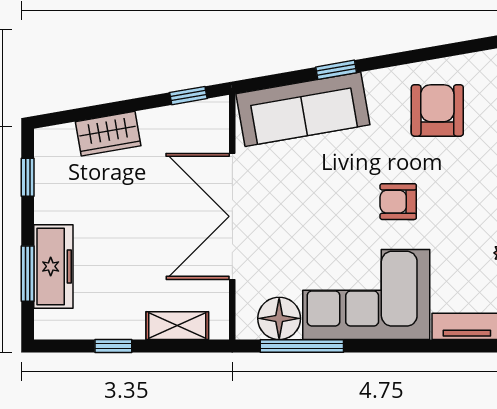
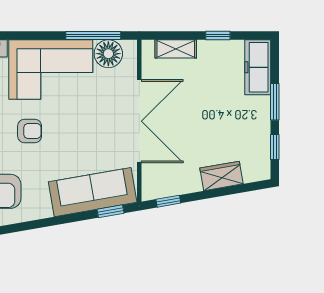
window: (336, 70) -> (110, 211), moved
freezer: (53, 266) -> (258, 67), moved
window: (28, 274) -> (275, 102), moved

